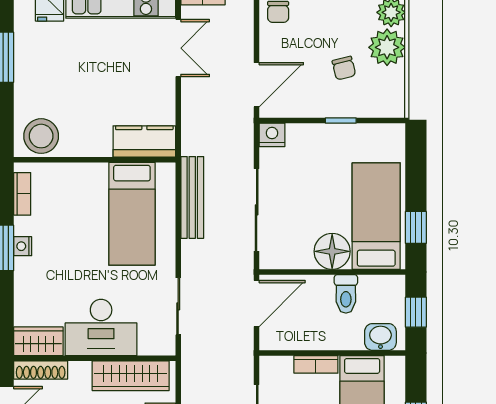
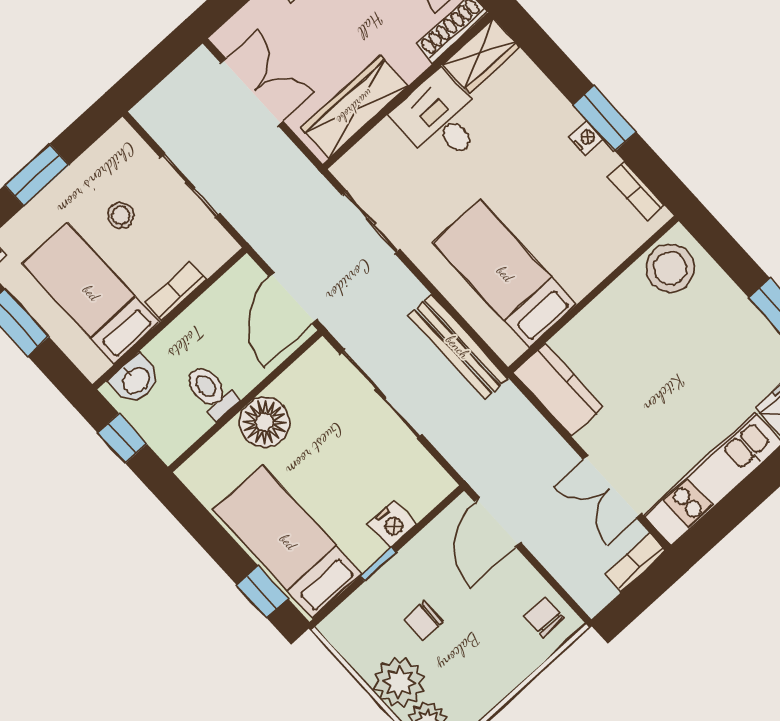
chair: (344, 68) -> (424, 621), turned -76
nightstand: (272, 135) -> (392, 524), moved
kitchen counter: (144, 141) -> (558, 390), moved, turned -90
bed: (376, 216) -> (288, 542), moved, turned 180
window: (416, 227) -> (262, 592), moved
desk: (101, 327) -> (440, 119), width x0.73

